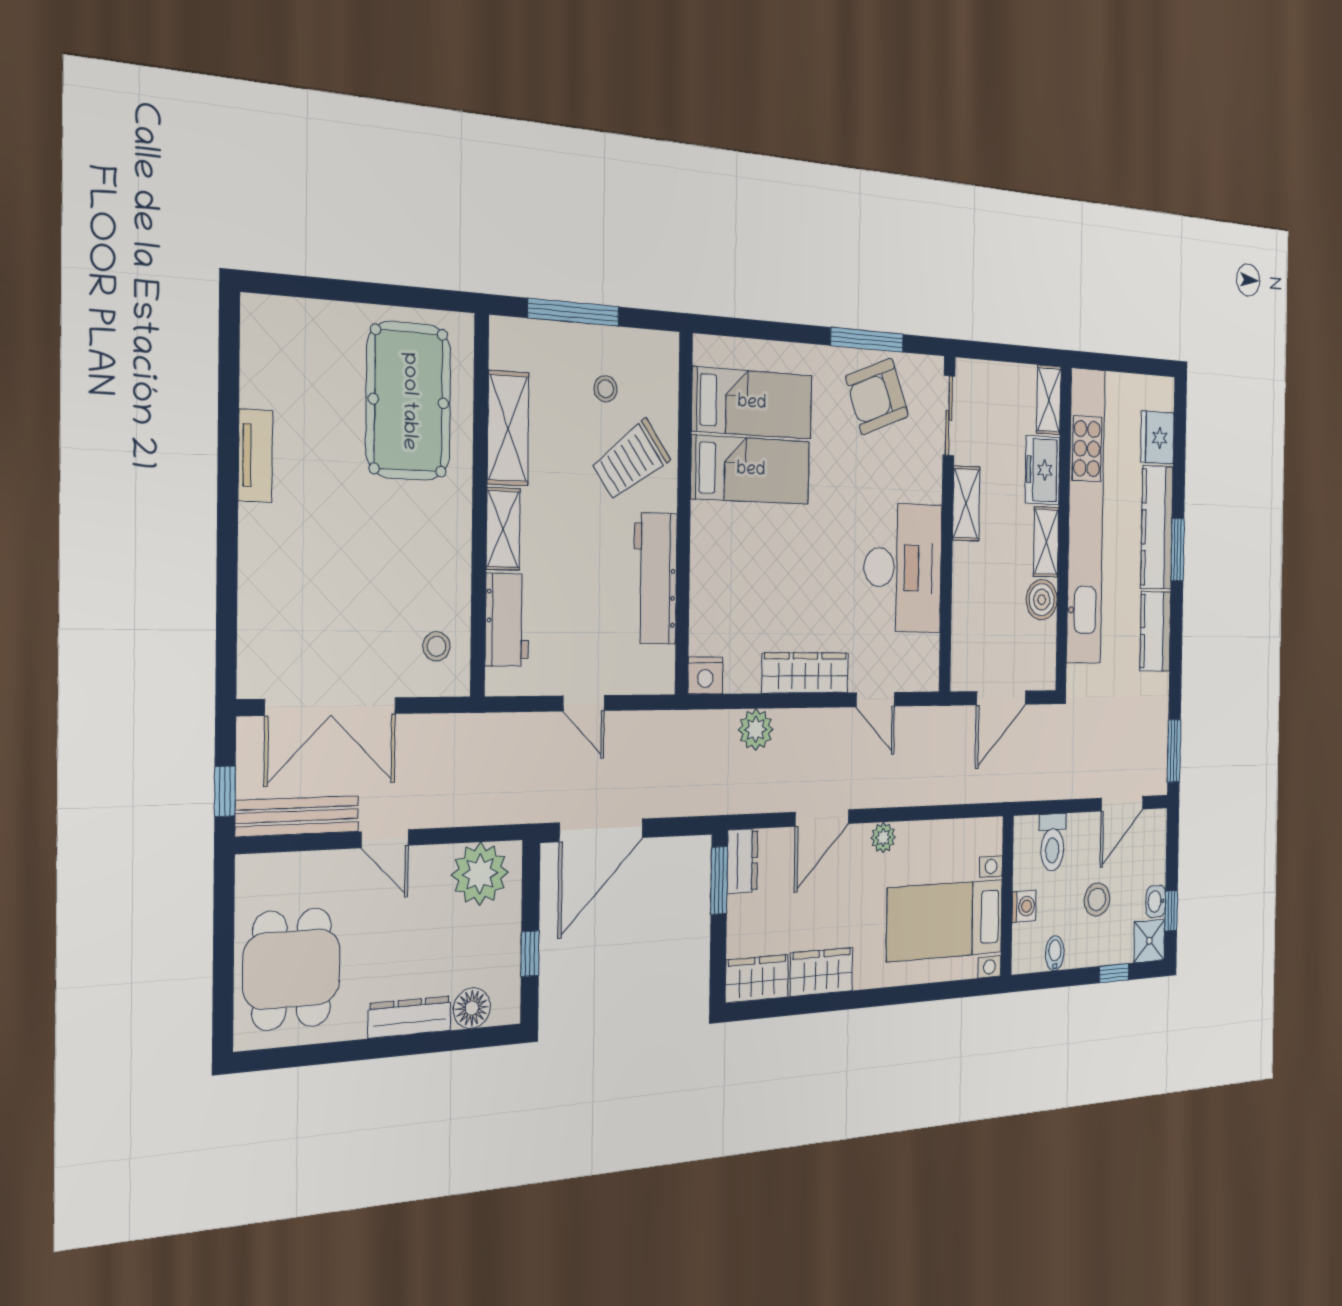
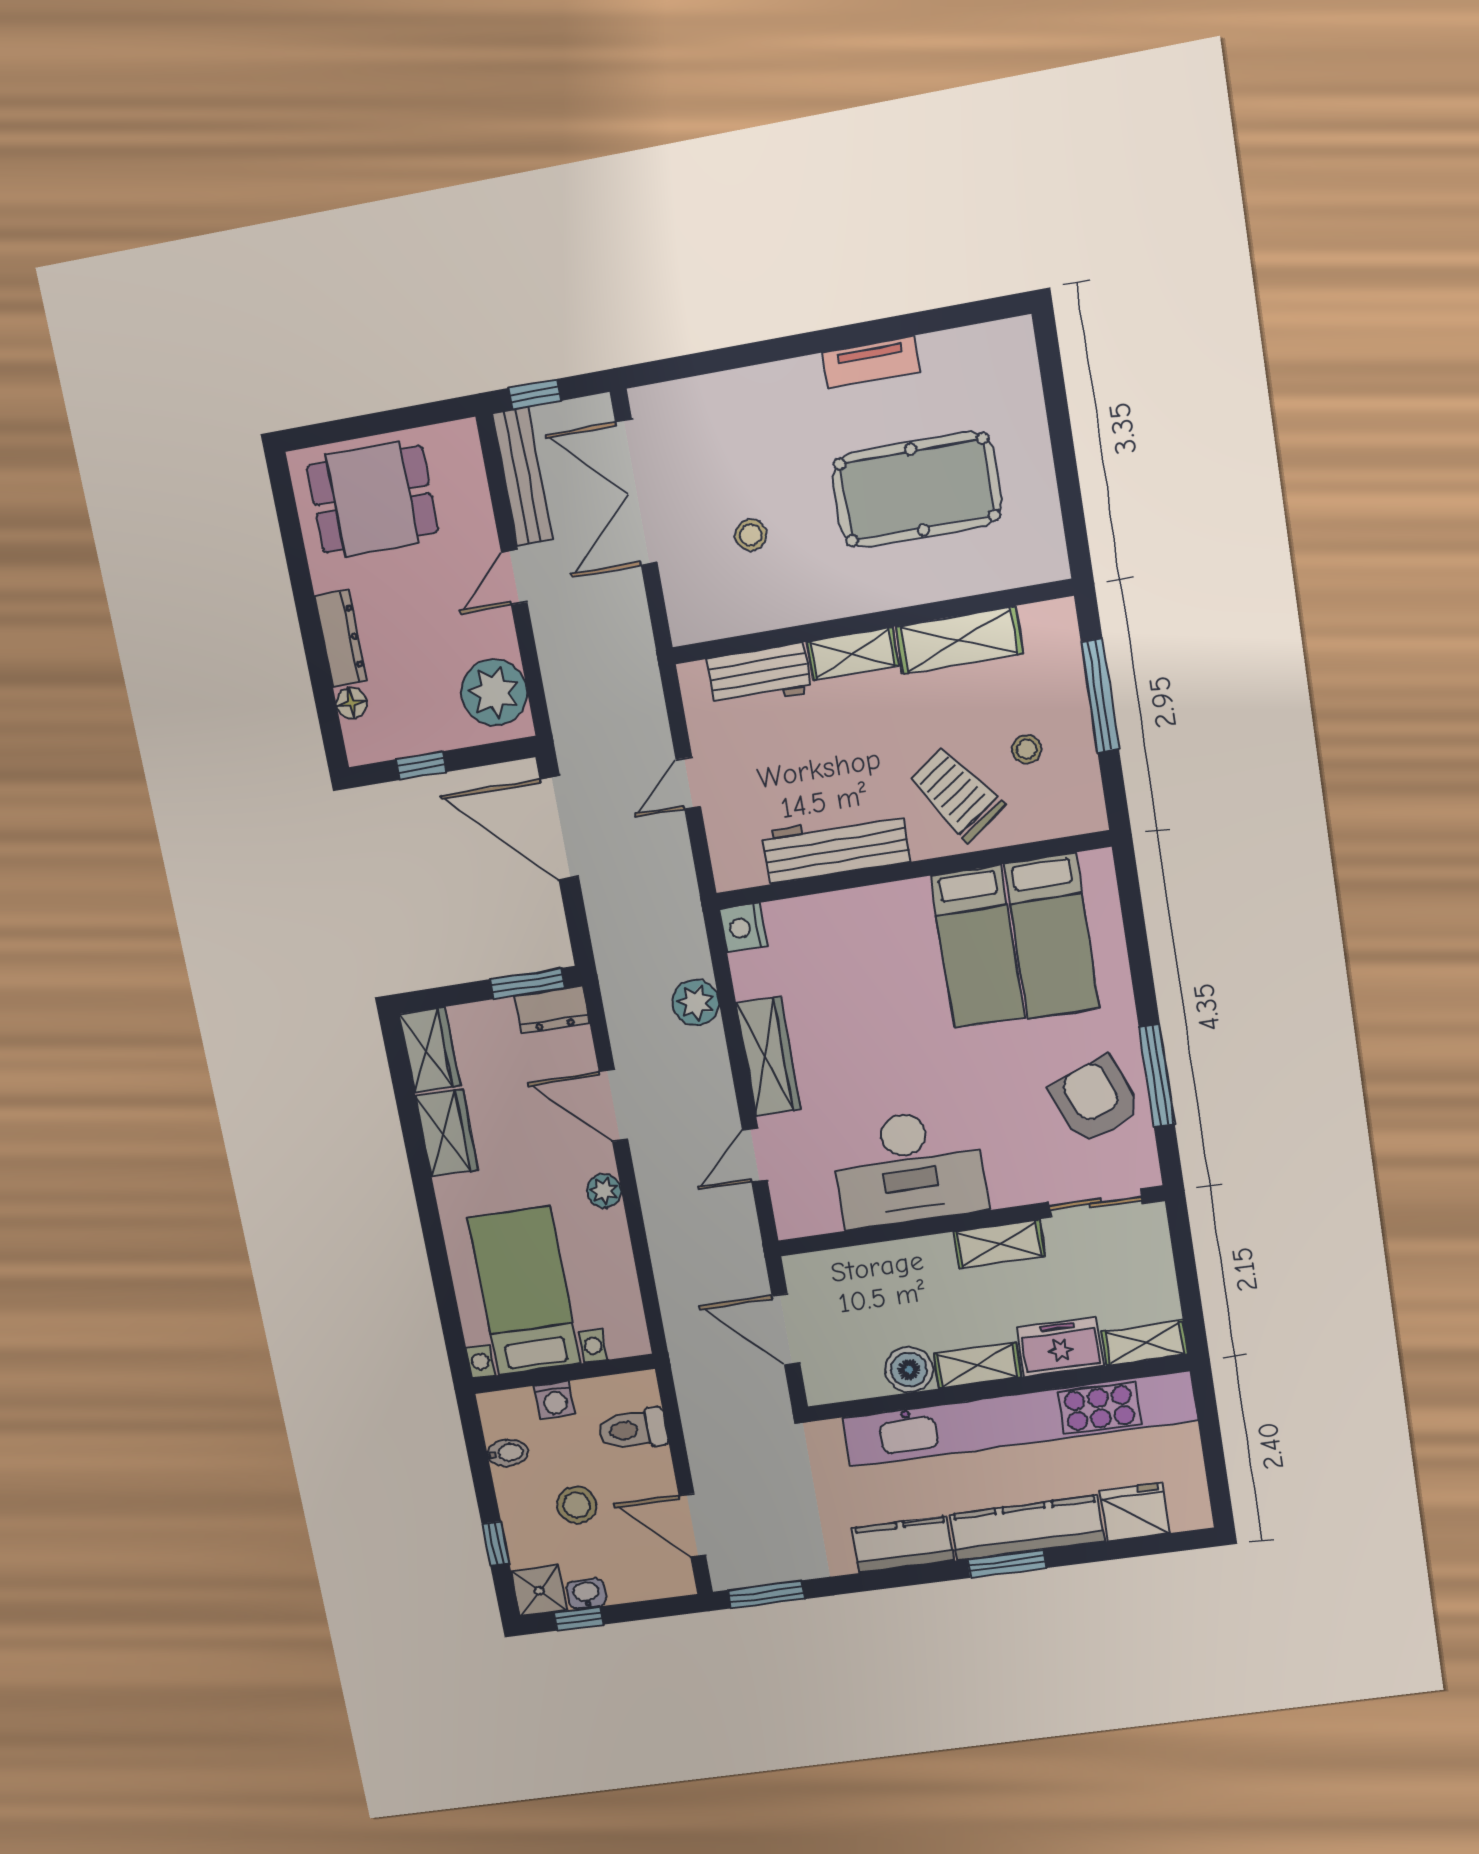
pool table: (409, 401) -> (917, 490), moved
stool: (437, 646) -> (751, 535), moved
floor lamp: (472, 1008) -> (351, 703), width x0.73, depth x0.73

